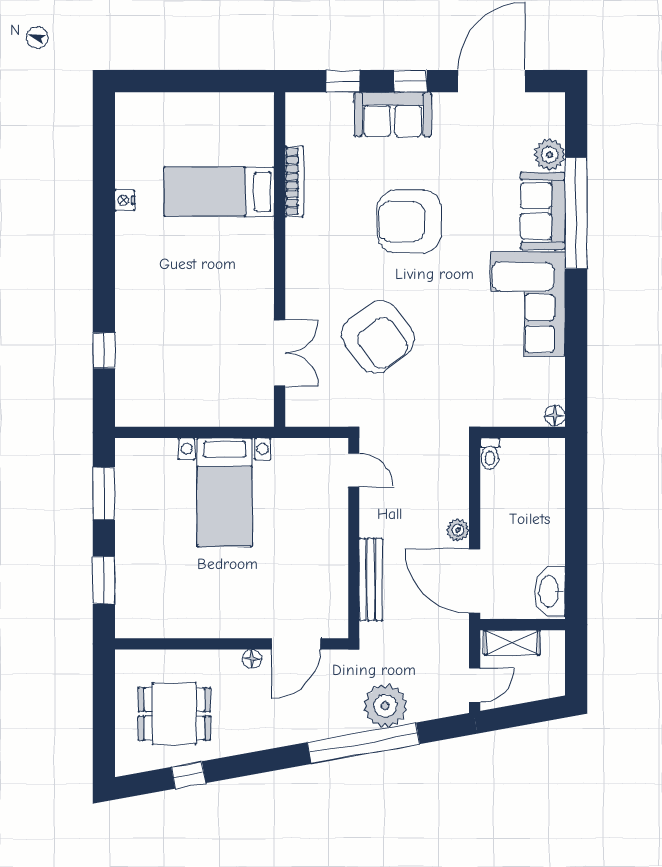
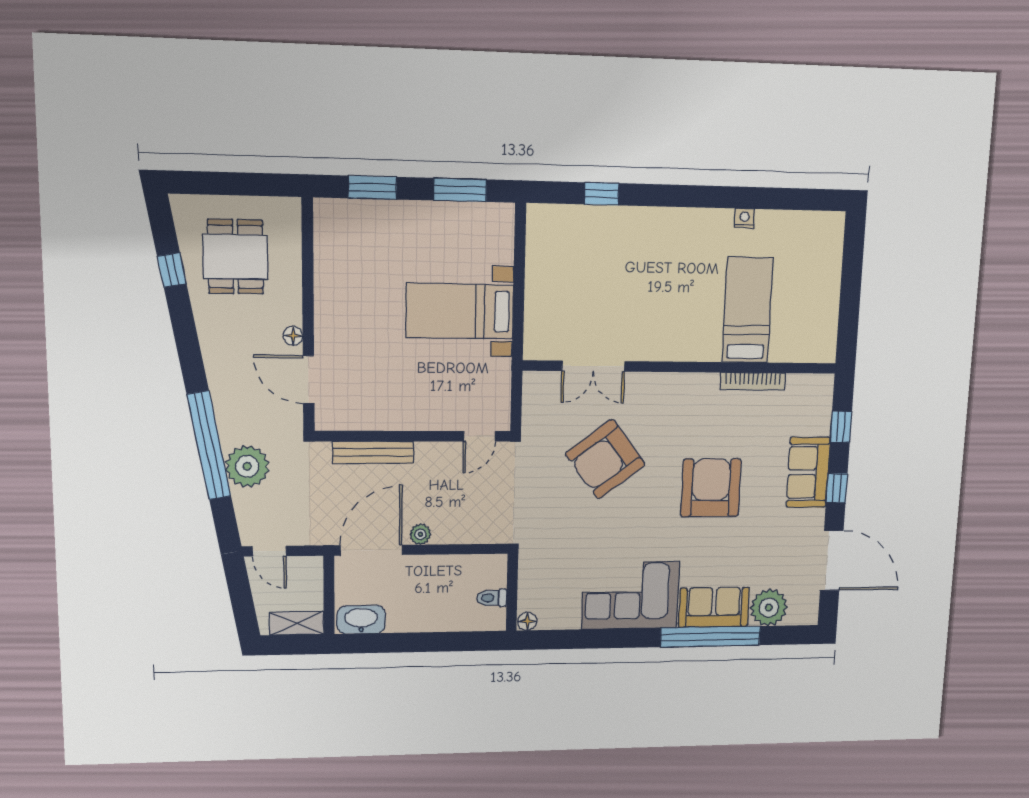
plant: (550, 155) -> (769, 608), width x1.36, depth x1.36
toilet: (490, 454) -> (492, 598), moved
shelving: (512, 643) -> (297, 623), moved, turned 90

